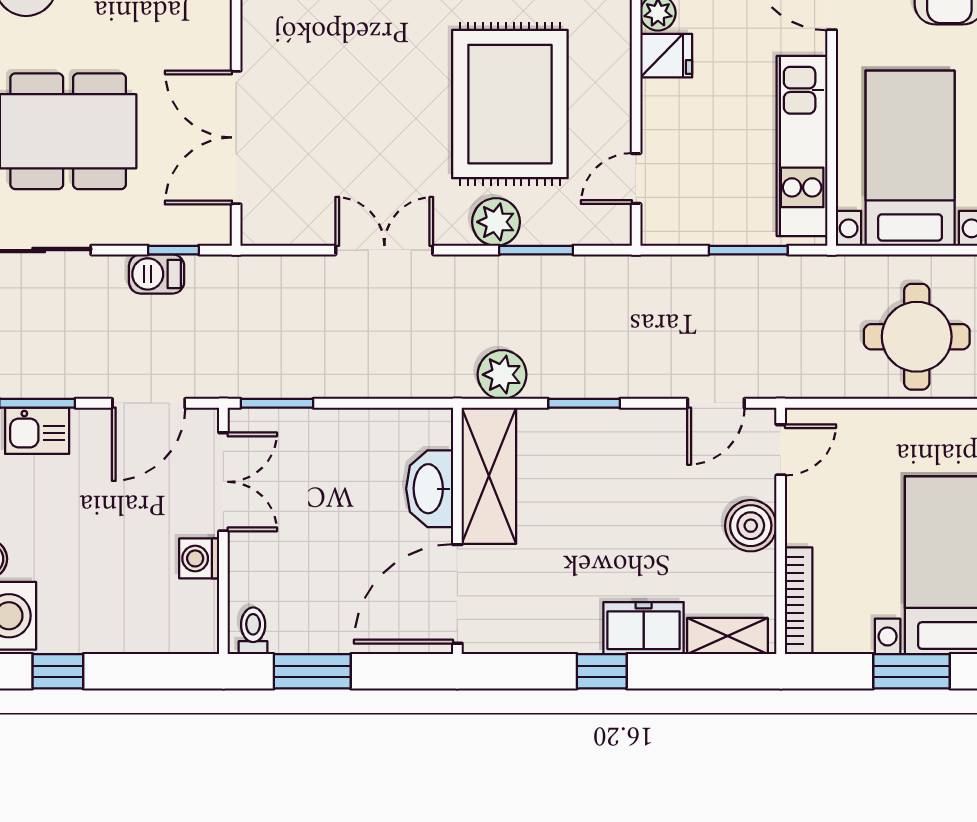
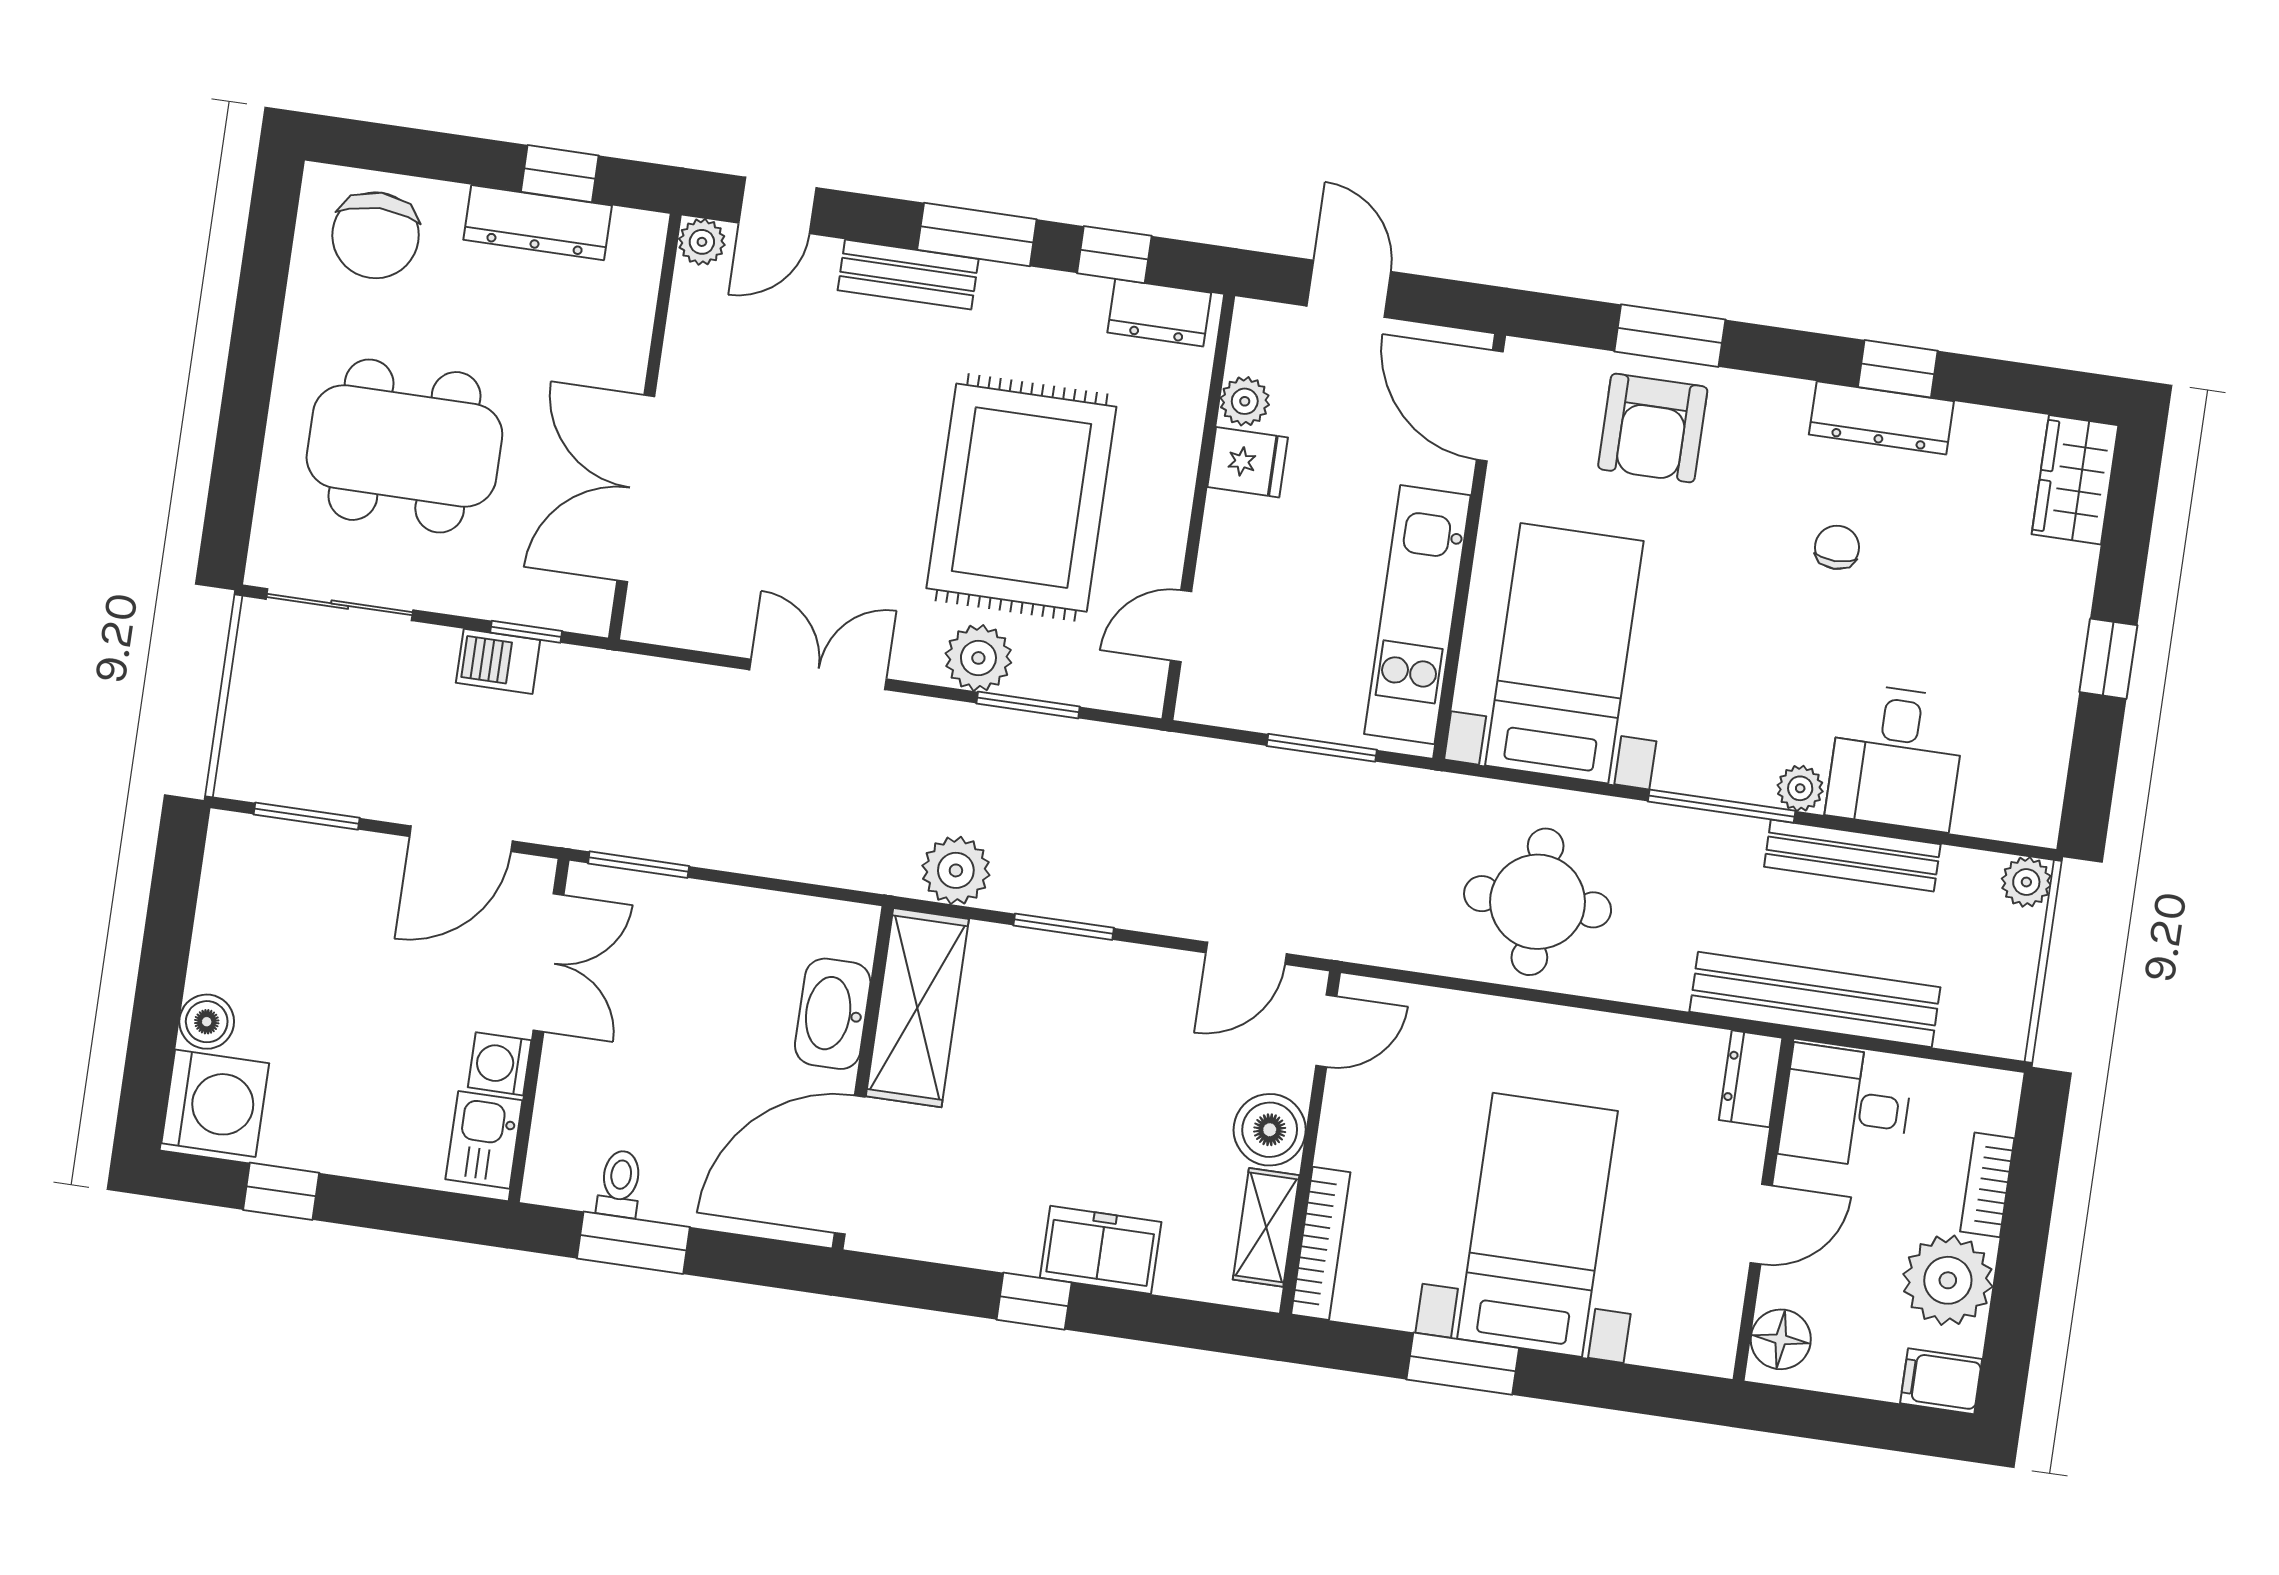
kitchen sink: (37, 431) -> (484, 1140), moved, turned 90
toilet: (253, 631) -> (620, 1184), moved
shelving: (727, 636) -> (1266, 1227), moved, turned 90

